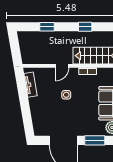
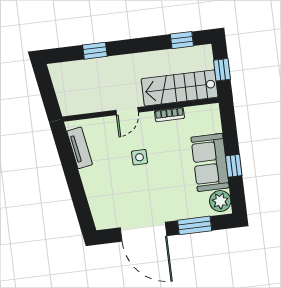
window: (85, 27) -> (182, 40), moved

